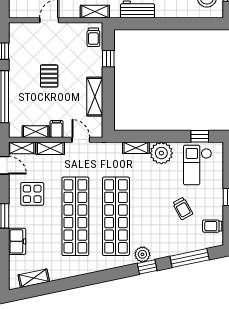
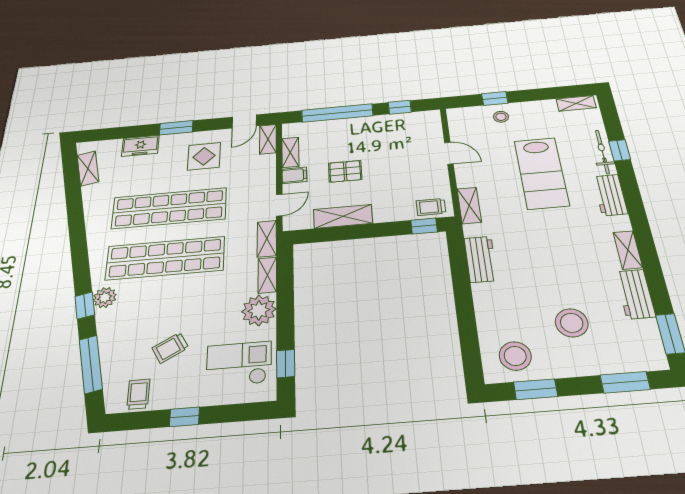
window: (108, 59) -> (424, 226), moved
pallet: (49, 76) -> (345, 171), moved
shelving: (50, 148) -> (267, 239), moved

